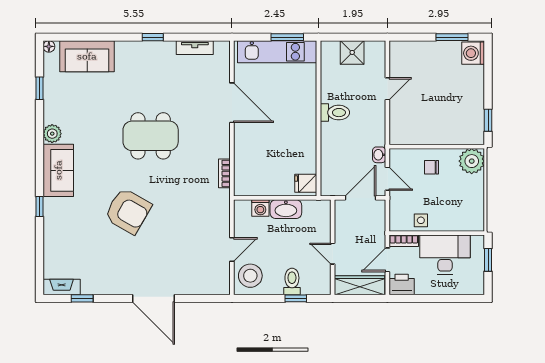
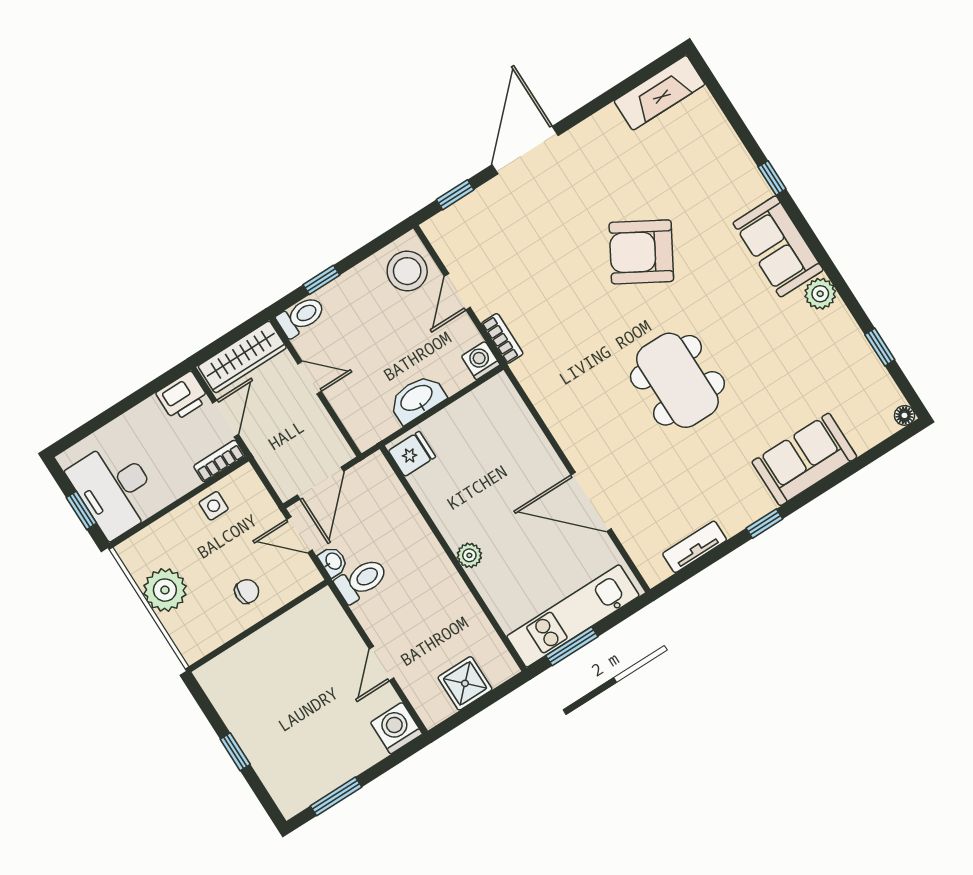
washing machine: (473, 53) -> (396, 728), moved, turned -90
sofa: (87, 56) -> (804, 459), moved
toilet: (335, 113) -> (361, 580), moved, turned 180
plant: (309, 115) -> (469, 555), added
window: (488, 120) -> (235, 752), moved
dining table: (151, 136) -> (677, 380), turned 90
plant: (472, 161) -> (165, 590), moved
bookcase: (224, 173) -> (502, 338), moved
washing machine: (260, 208) -> (481, 361), moved
desk: (445, 255) -> (115, 489), moved, turned 90
toilet: (292, 281) -> (301, 316), moved, turned -90
fireplace: (62, 287) -> (659, 93), width x1.37, depth x1.32
window: (82, 298) -> (455, 195), moved
door: (153, 298) -> (525, 150), hinge flipped

